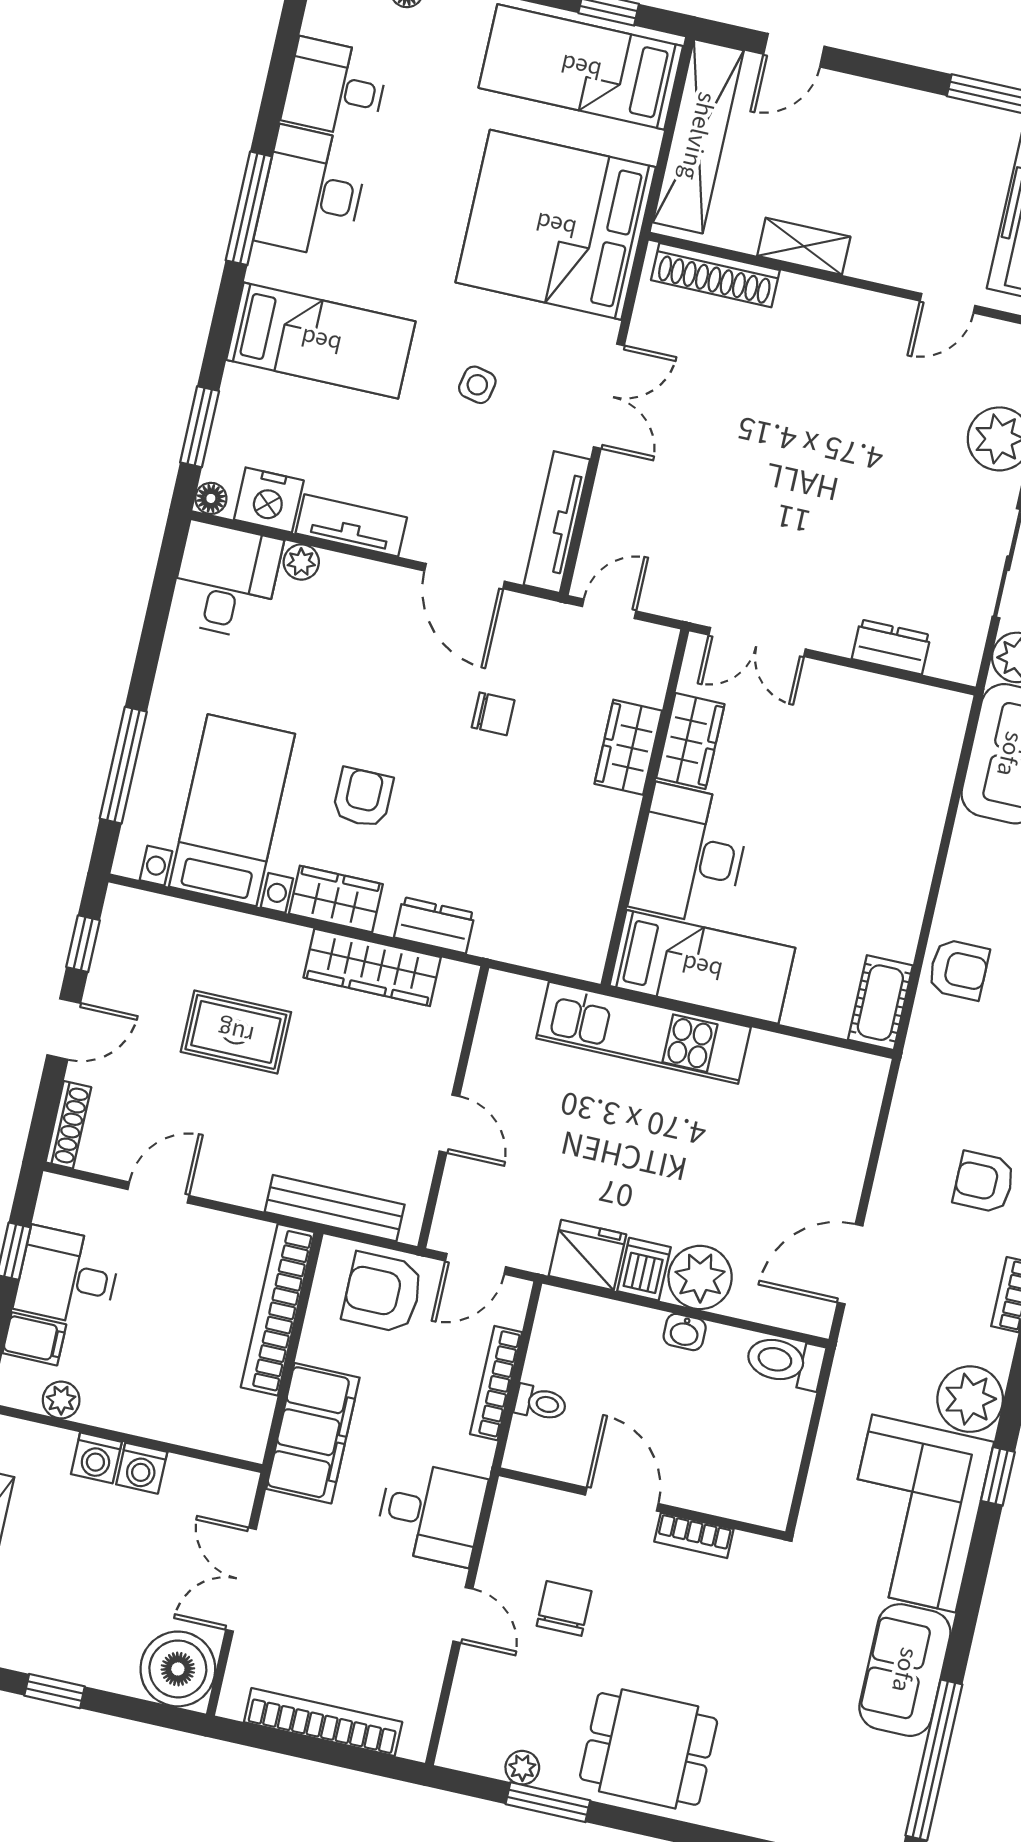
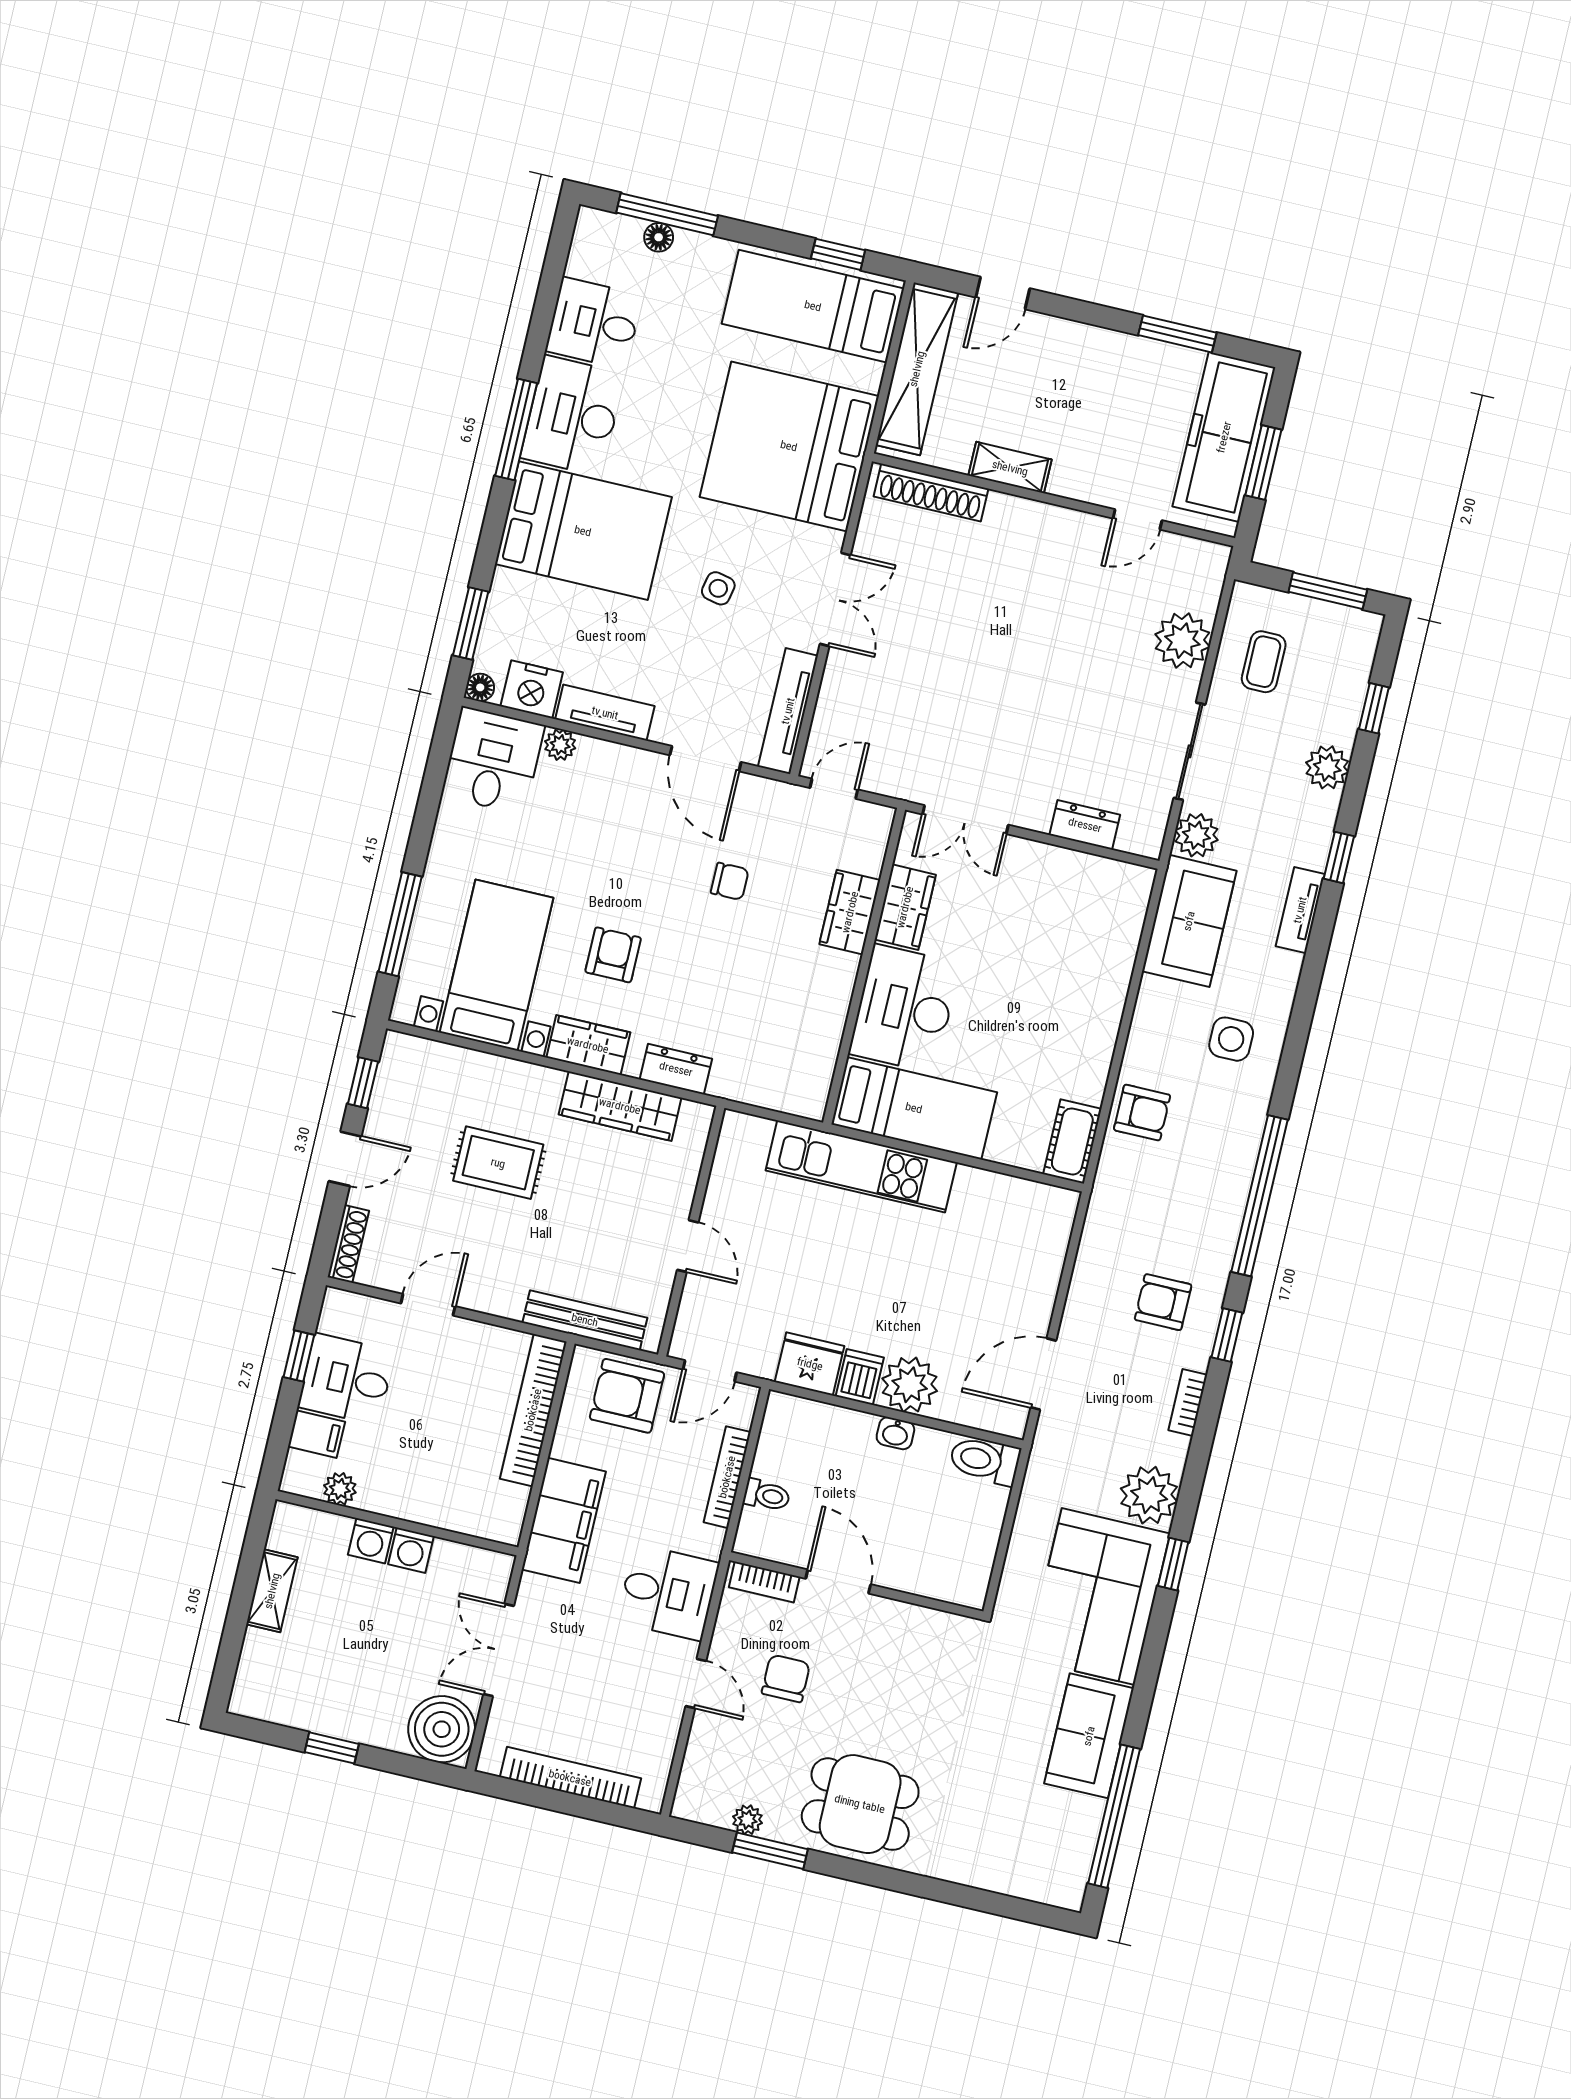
bed: (321, 341) -> (583, 531), width x1.50
bookcase: (694, 1535) -> (764, 1582), moved

